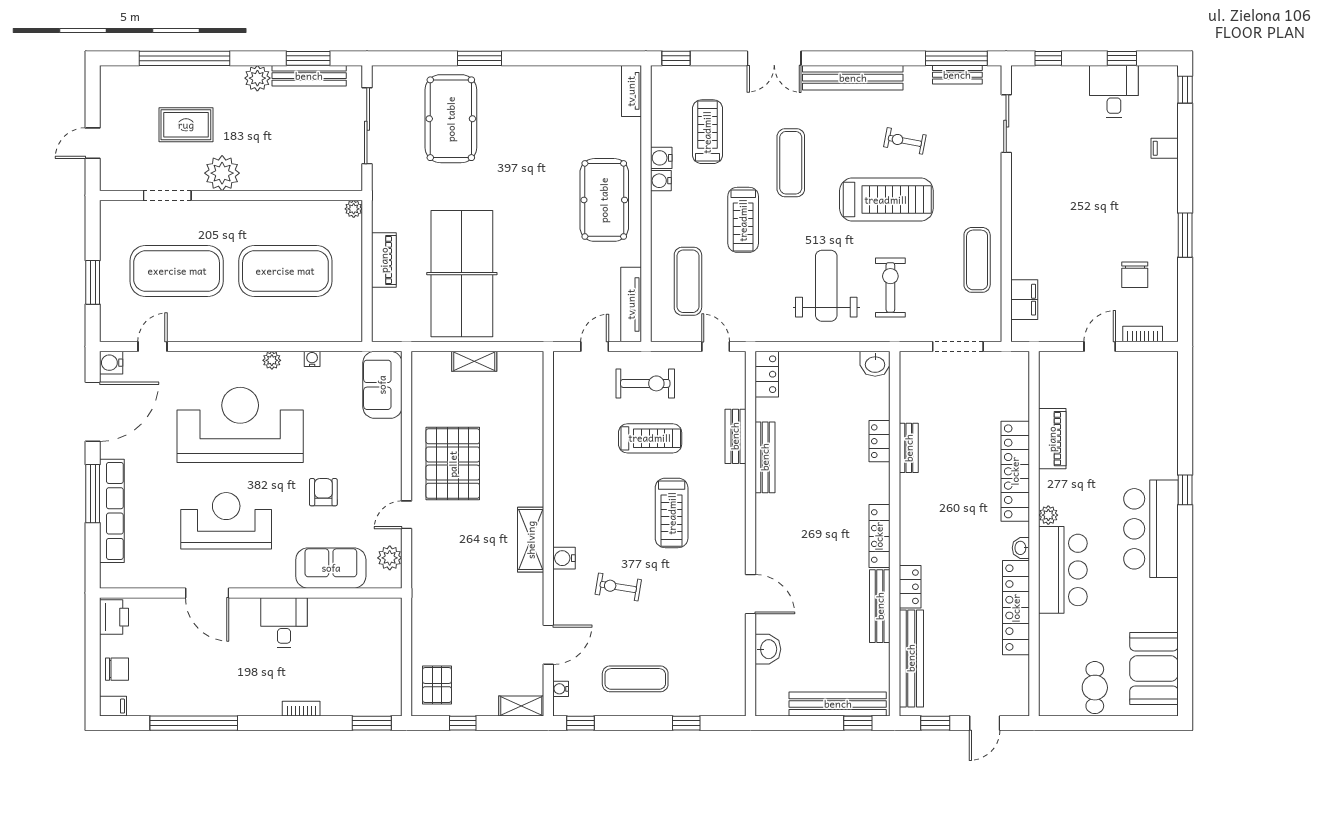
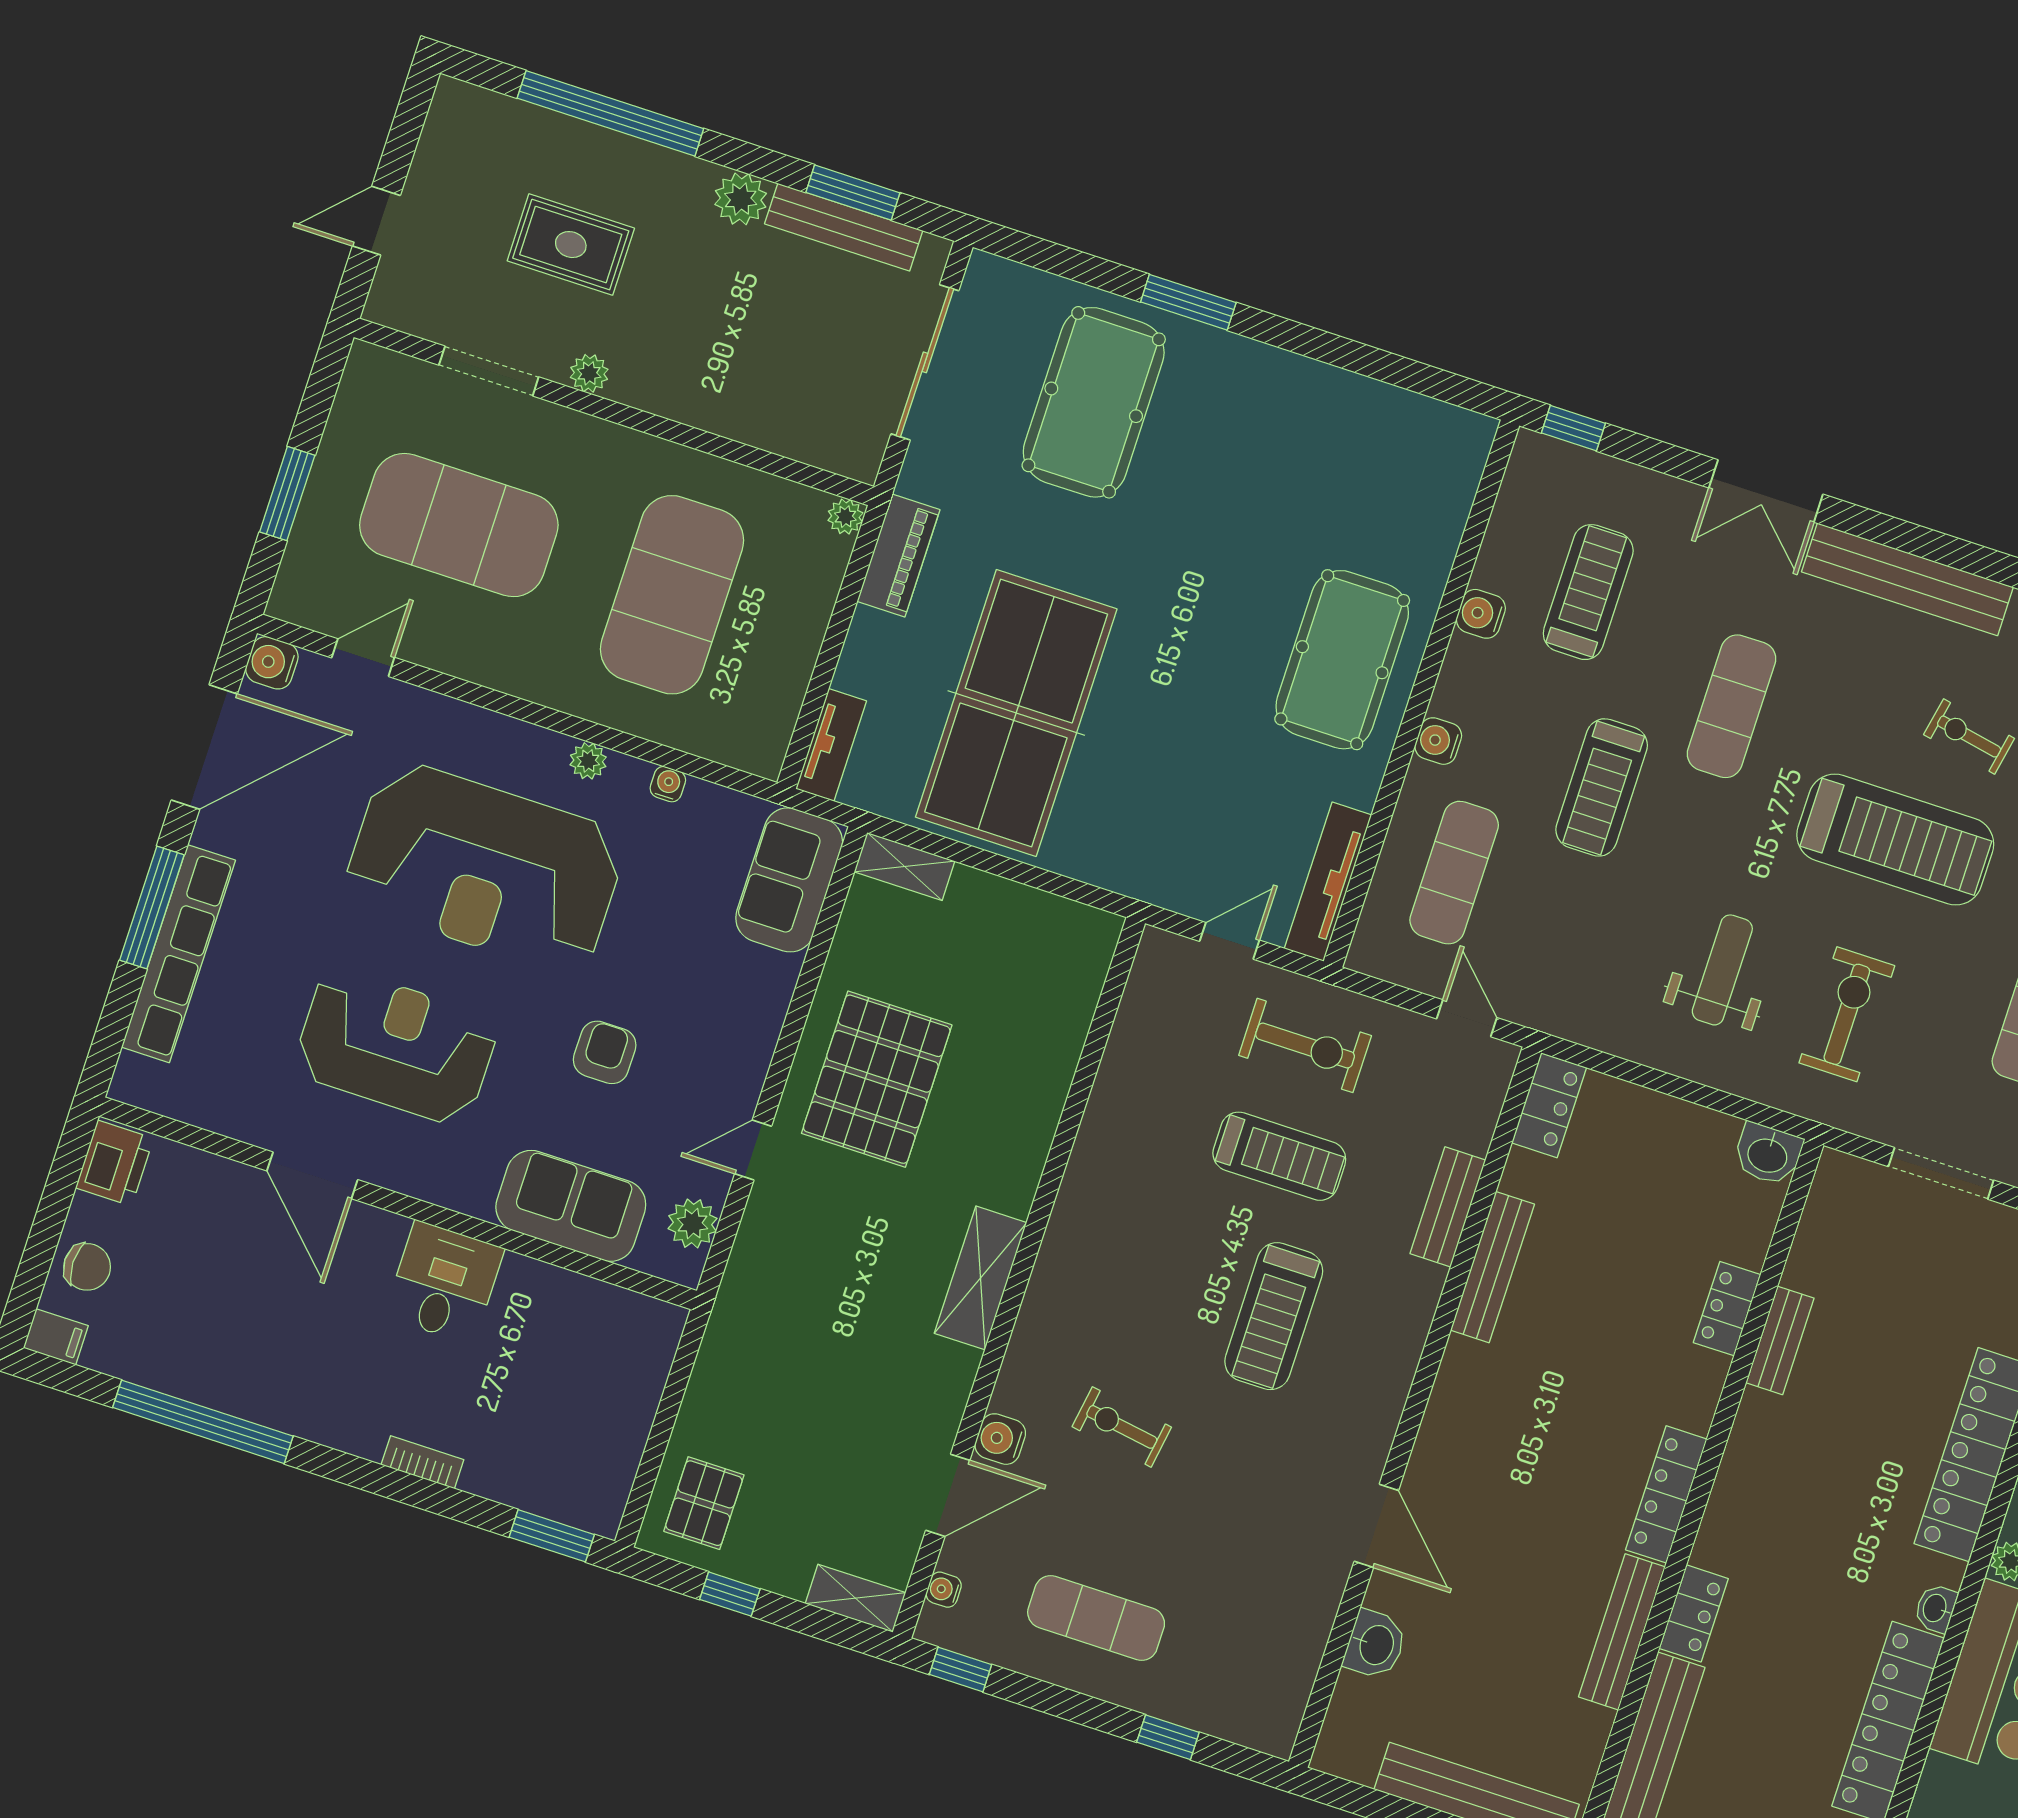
tv unit: (631, 91) -> (831, 745), moved, turned 180
plant: (222, 173) -> (589, 373), width x0.53, depth x0.53
water cooler: (661, 181) -> (1438, 741), moved
piano: (384, 260) -> (898, 556), moved
exercise mat: (285, 271) -> (672, 595), turned 90
weight bench: (826, 286) -> (1722, 970), width x0.73, depth x0.75
shelving: (474, 361) -> (905, 867), moved
reception desk: (240, 425) -> (485, 867), turned 180
water cooler: (564, 558) -> (1000, 1439), moved

